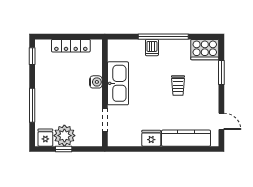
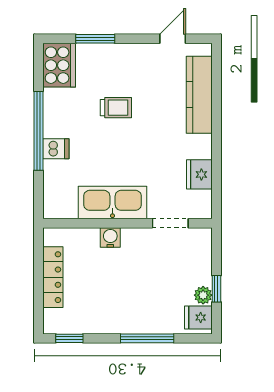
plant: (64, 136) -> (203, 295), width x0.53, depth x0.53
fridge: (151, 138) -> (199, 174), moved

